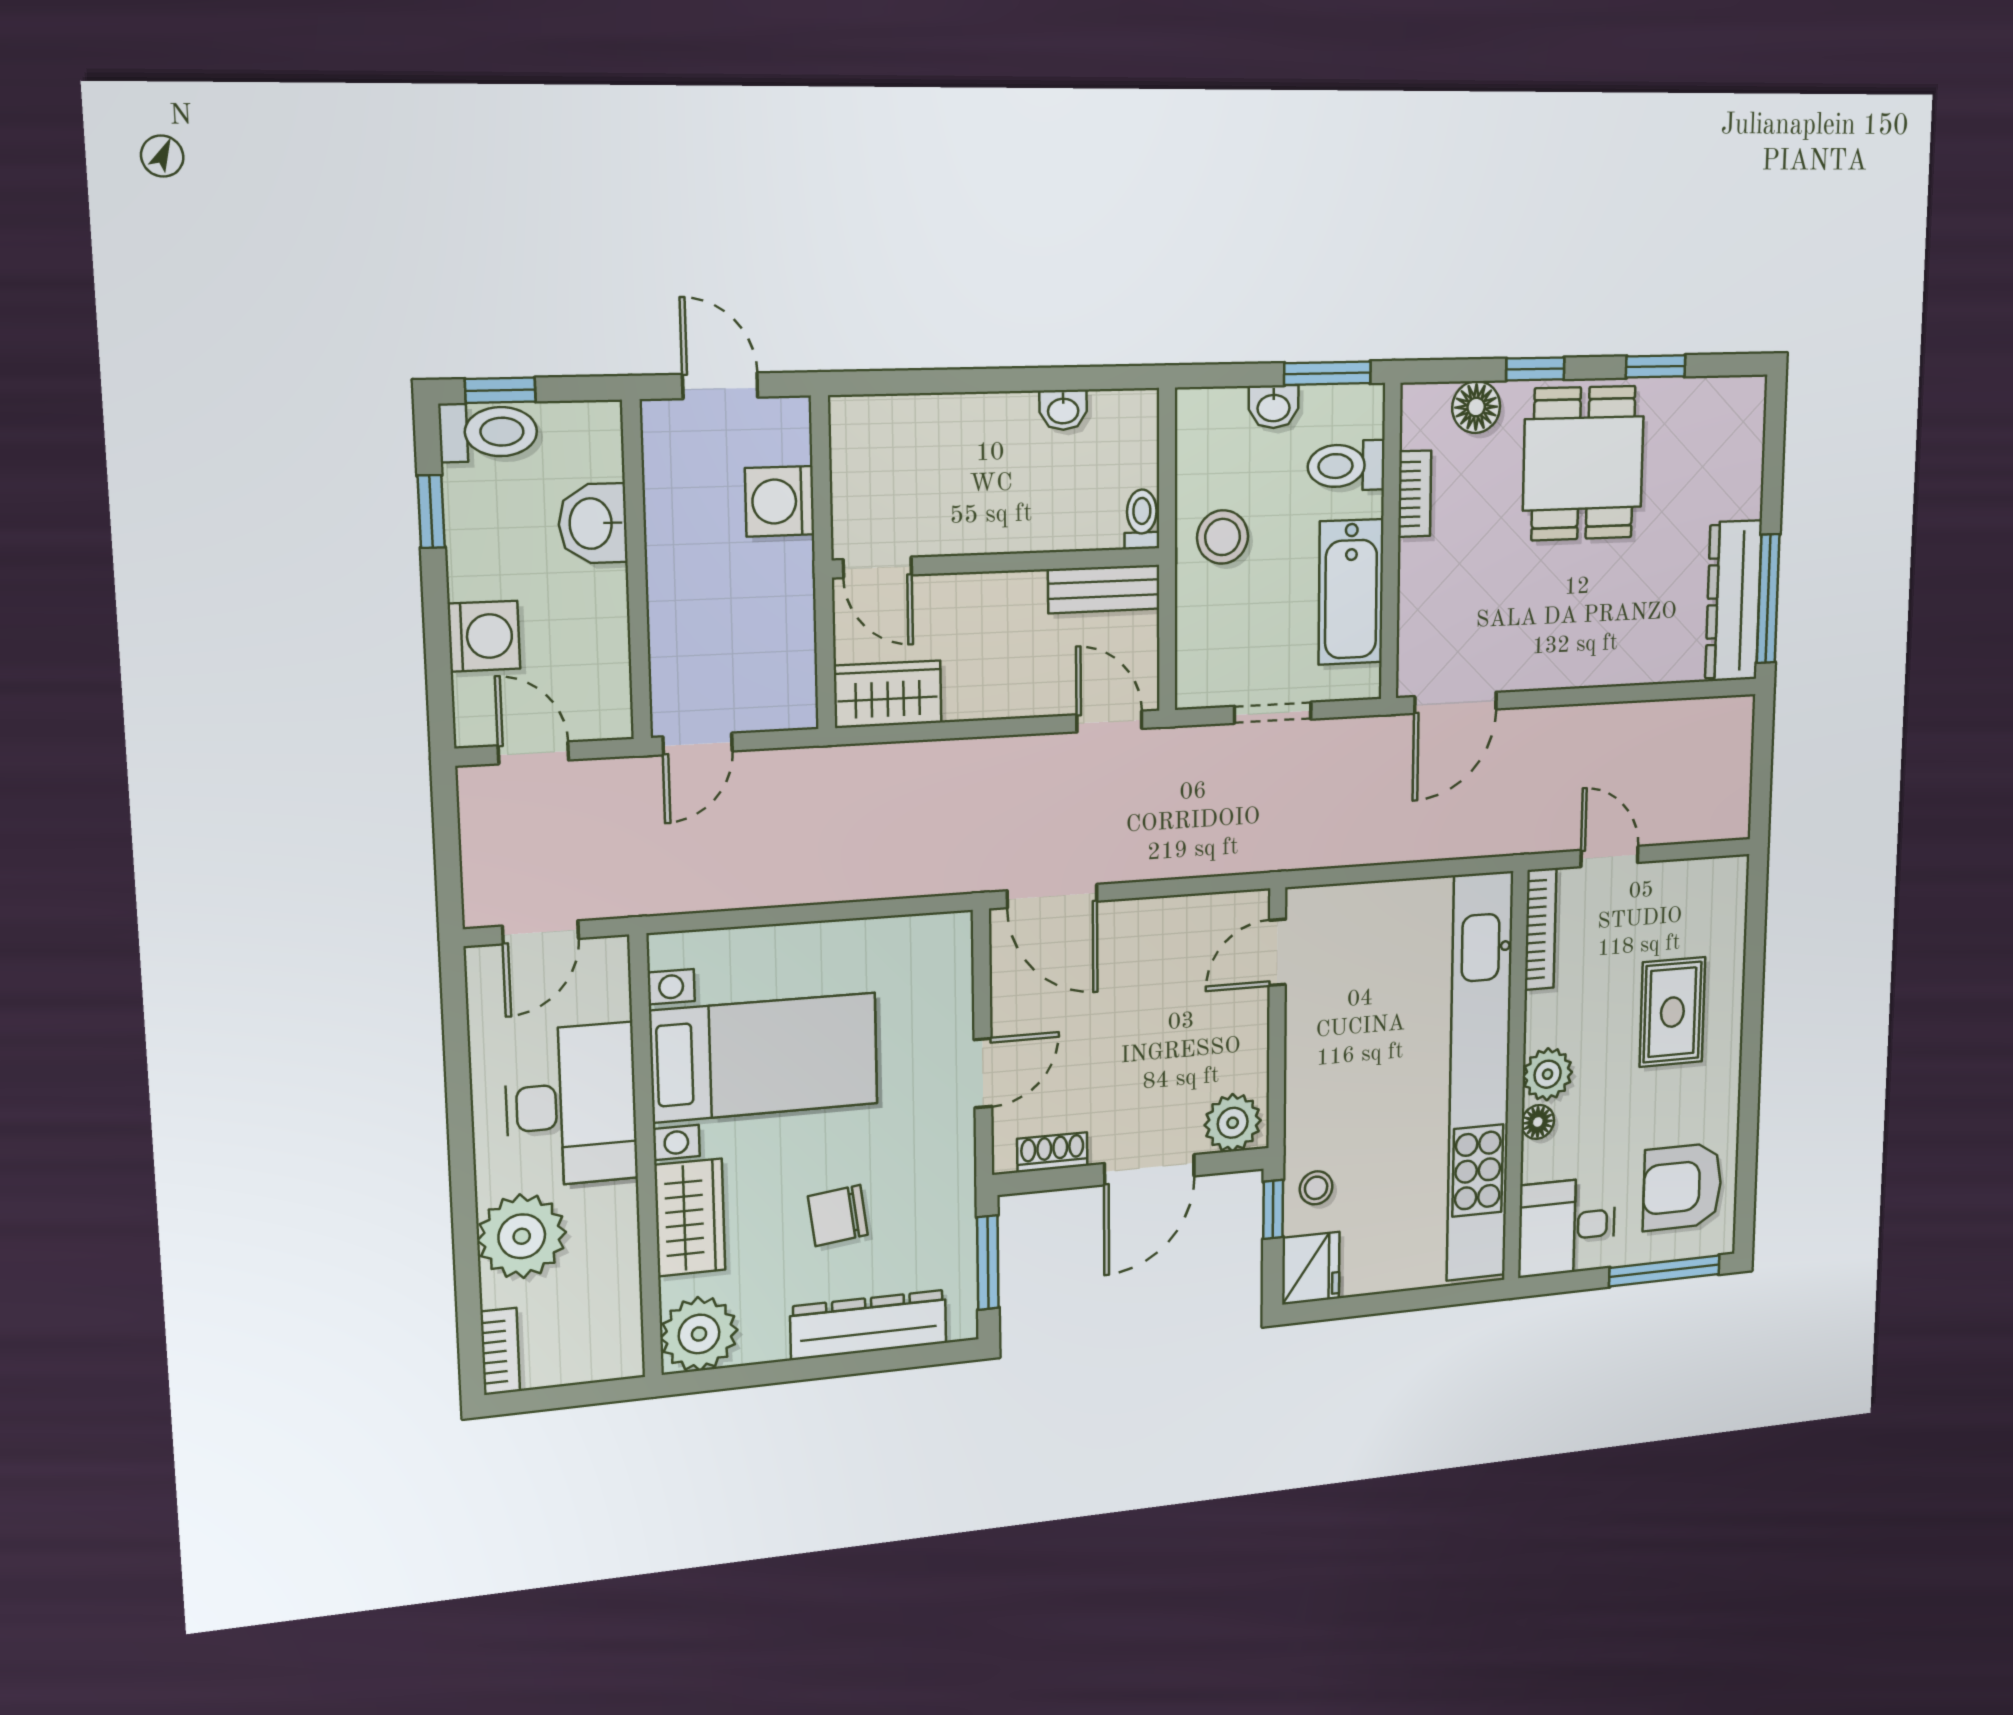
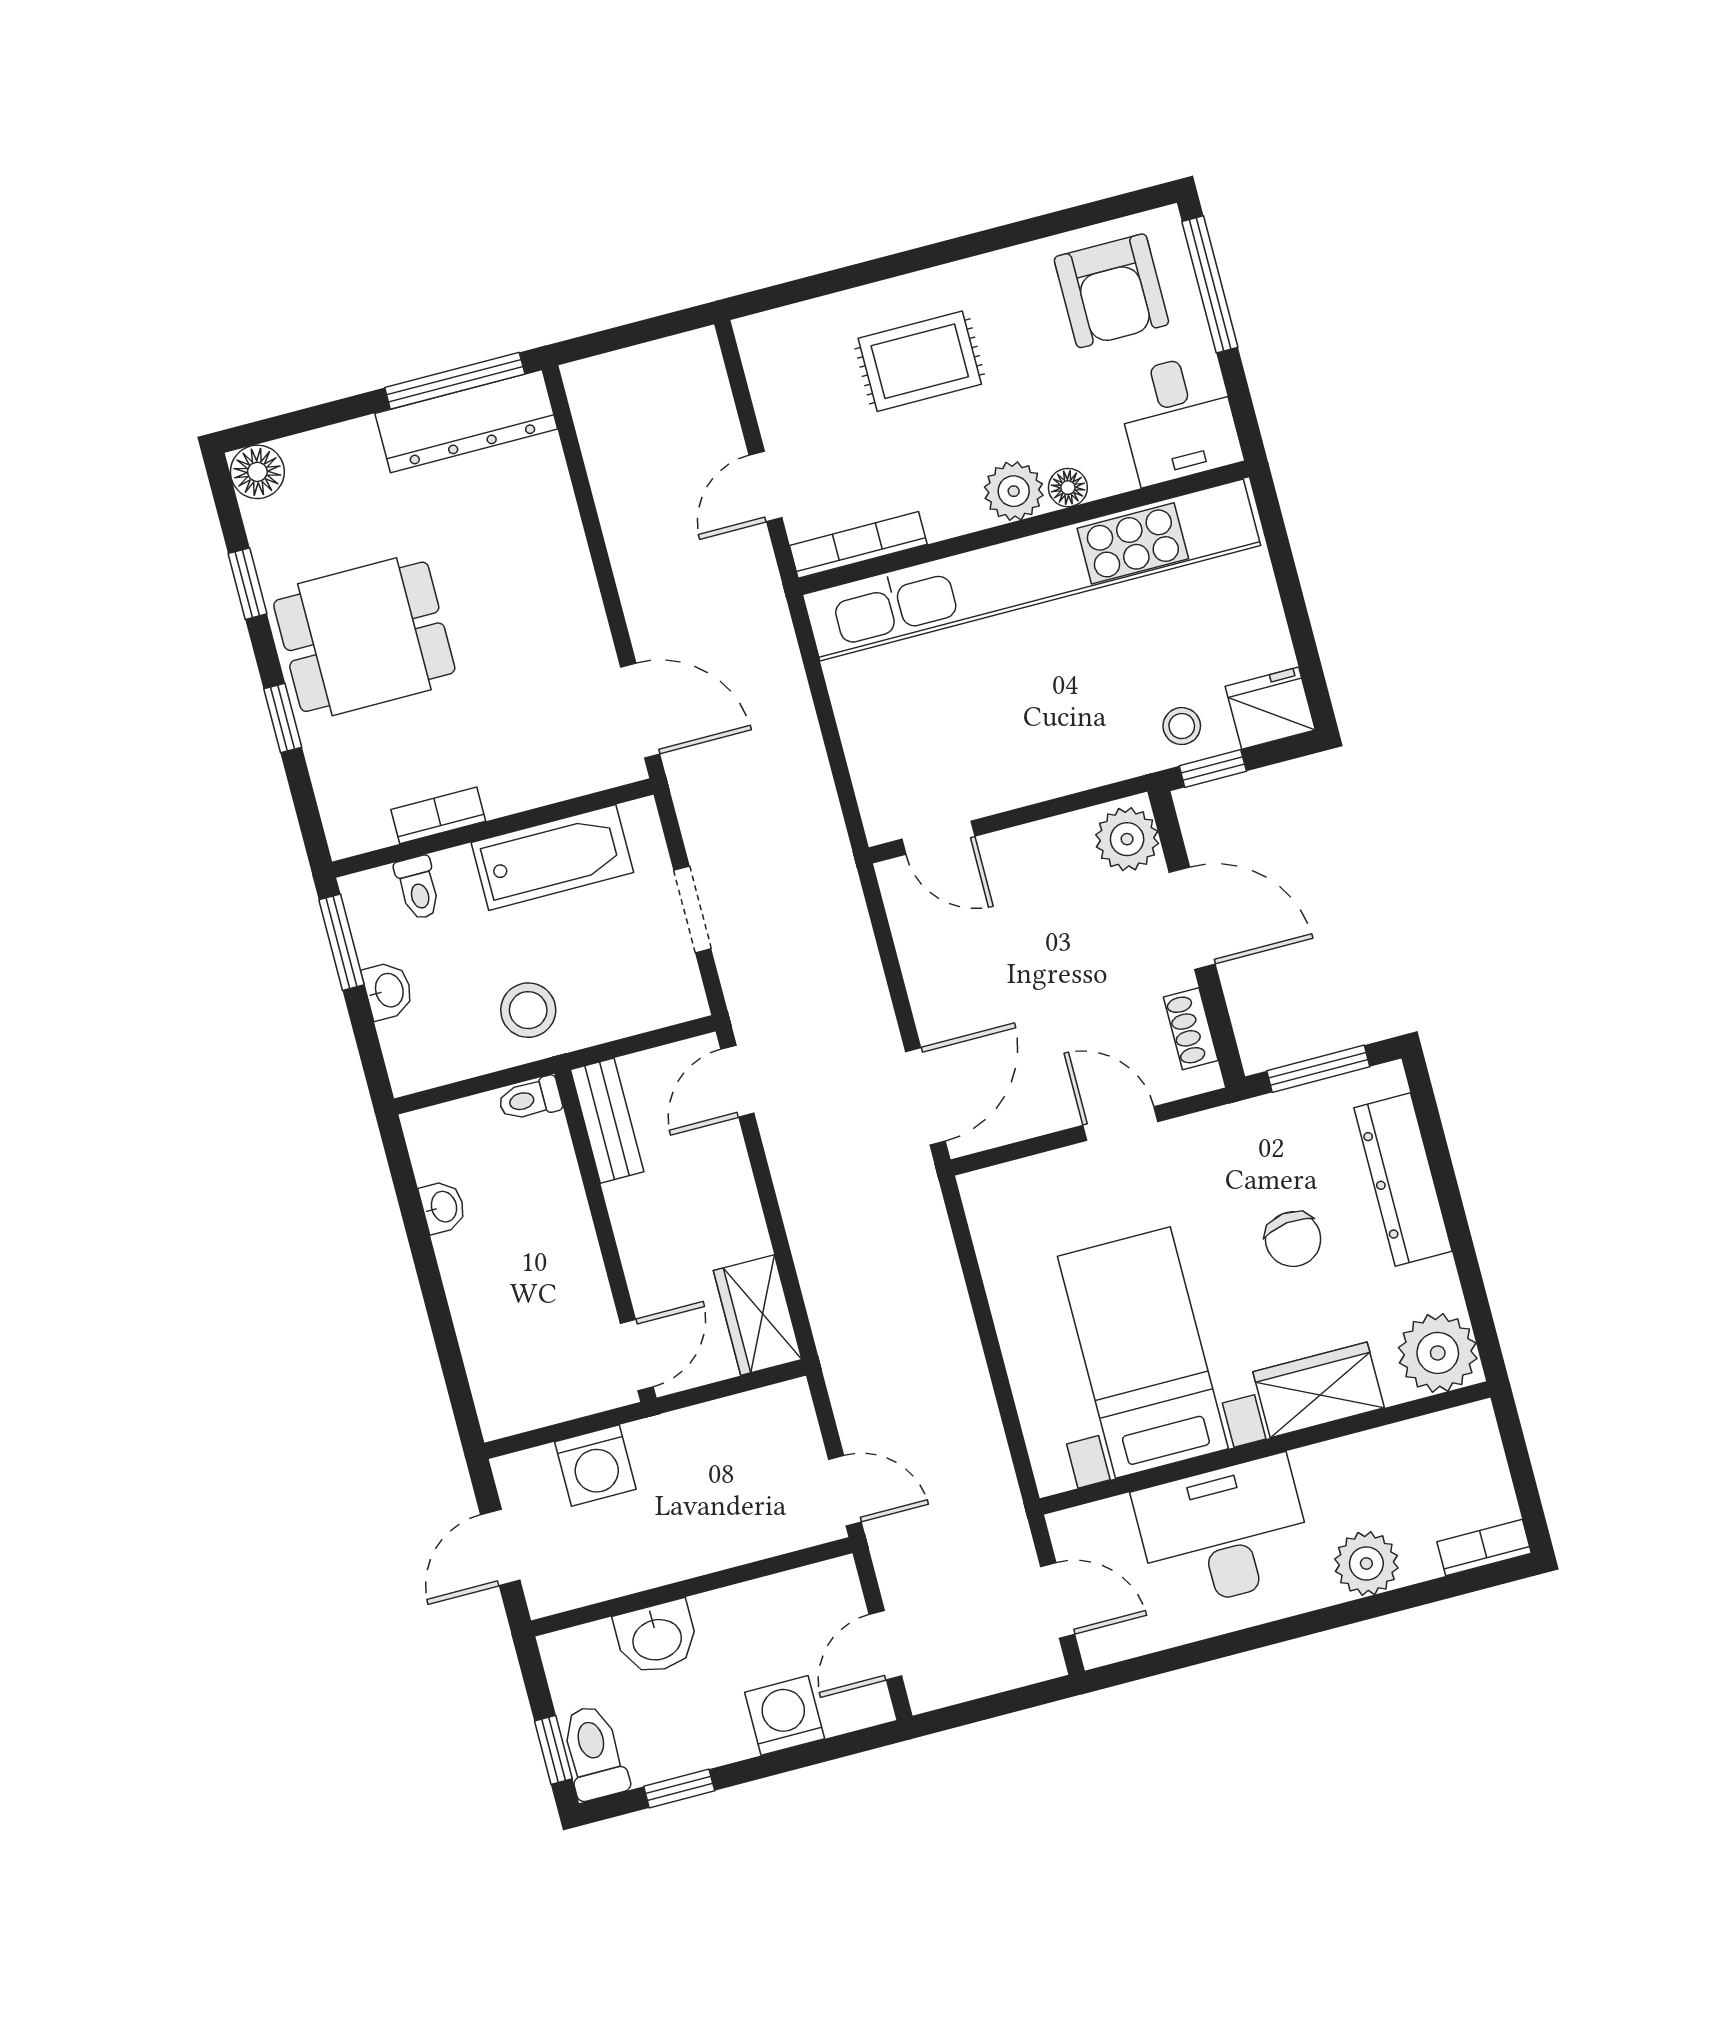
floor lamp: (1476, 407) -> (257, 472), moved
toilet: (1346, 466) -> (418, 888), width x0.73, depth x0.72
plant: (522, 1236) -> (1366, 1563), width x0.73, depth x0.73

